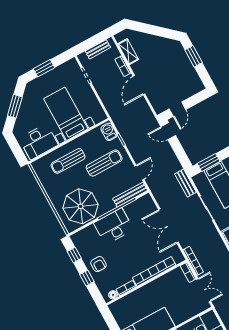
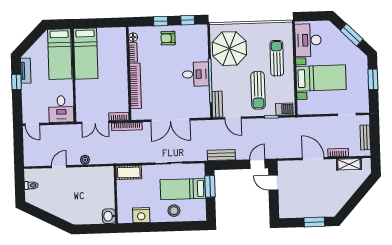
bench: (186, 183) -> (221, 155), moved
bench: (130, 195) -> (217, 104), width x0.73
desk: (114, 226) -> (196, 74), width x0.73
double door: (168, 226) -> (170, 120), swing flipped

